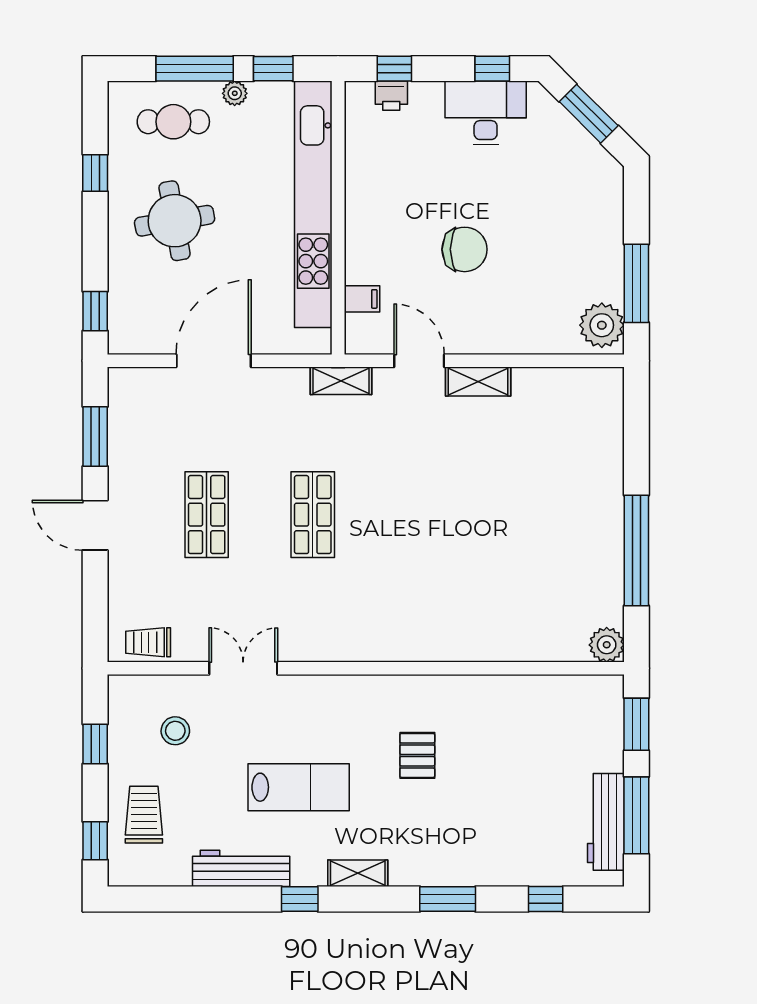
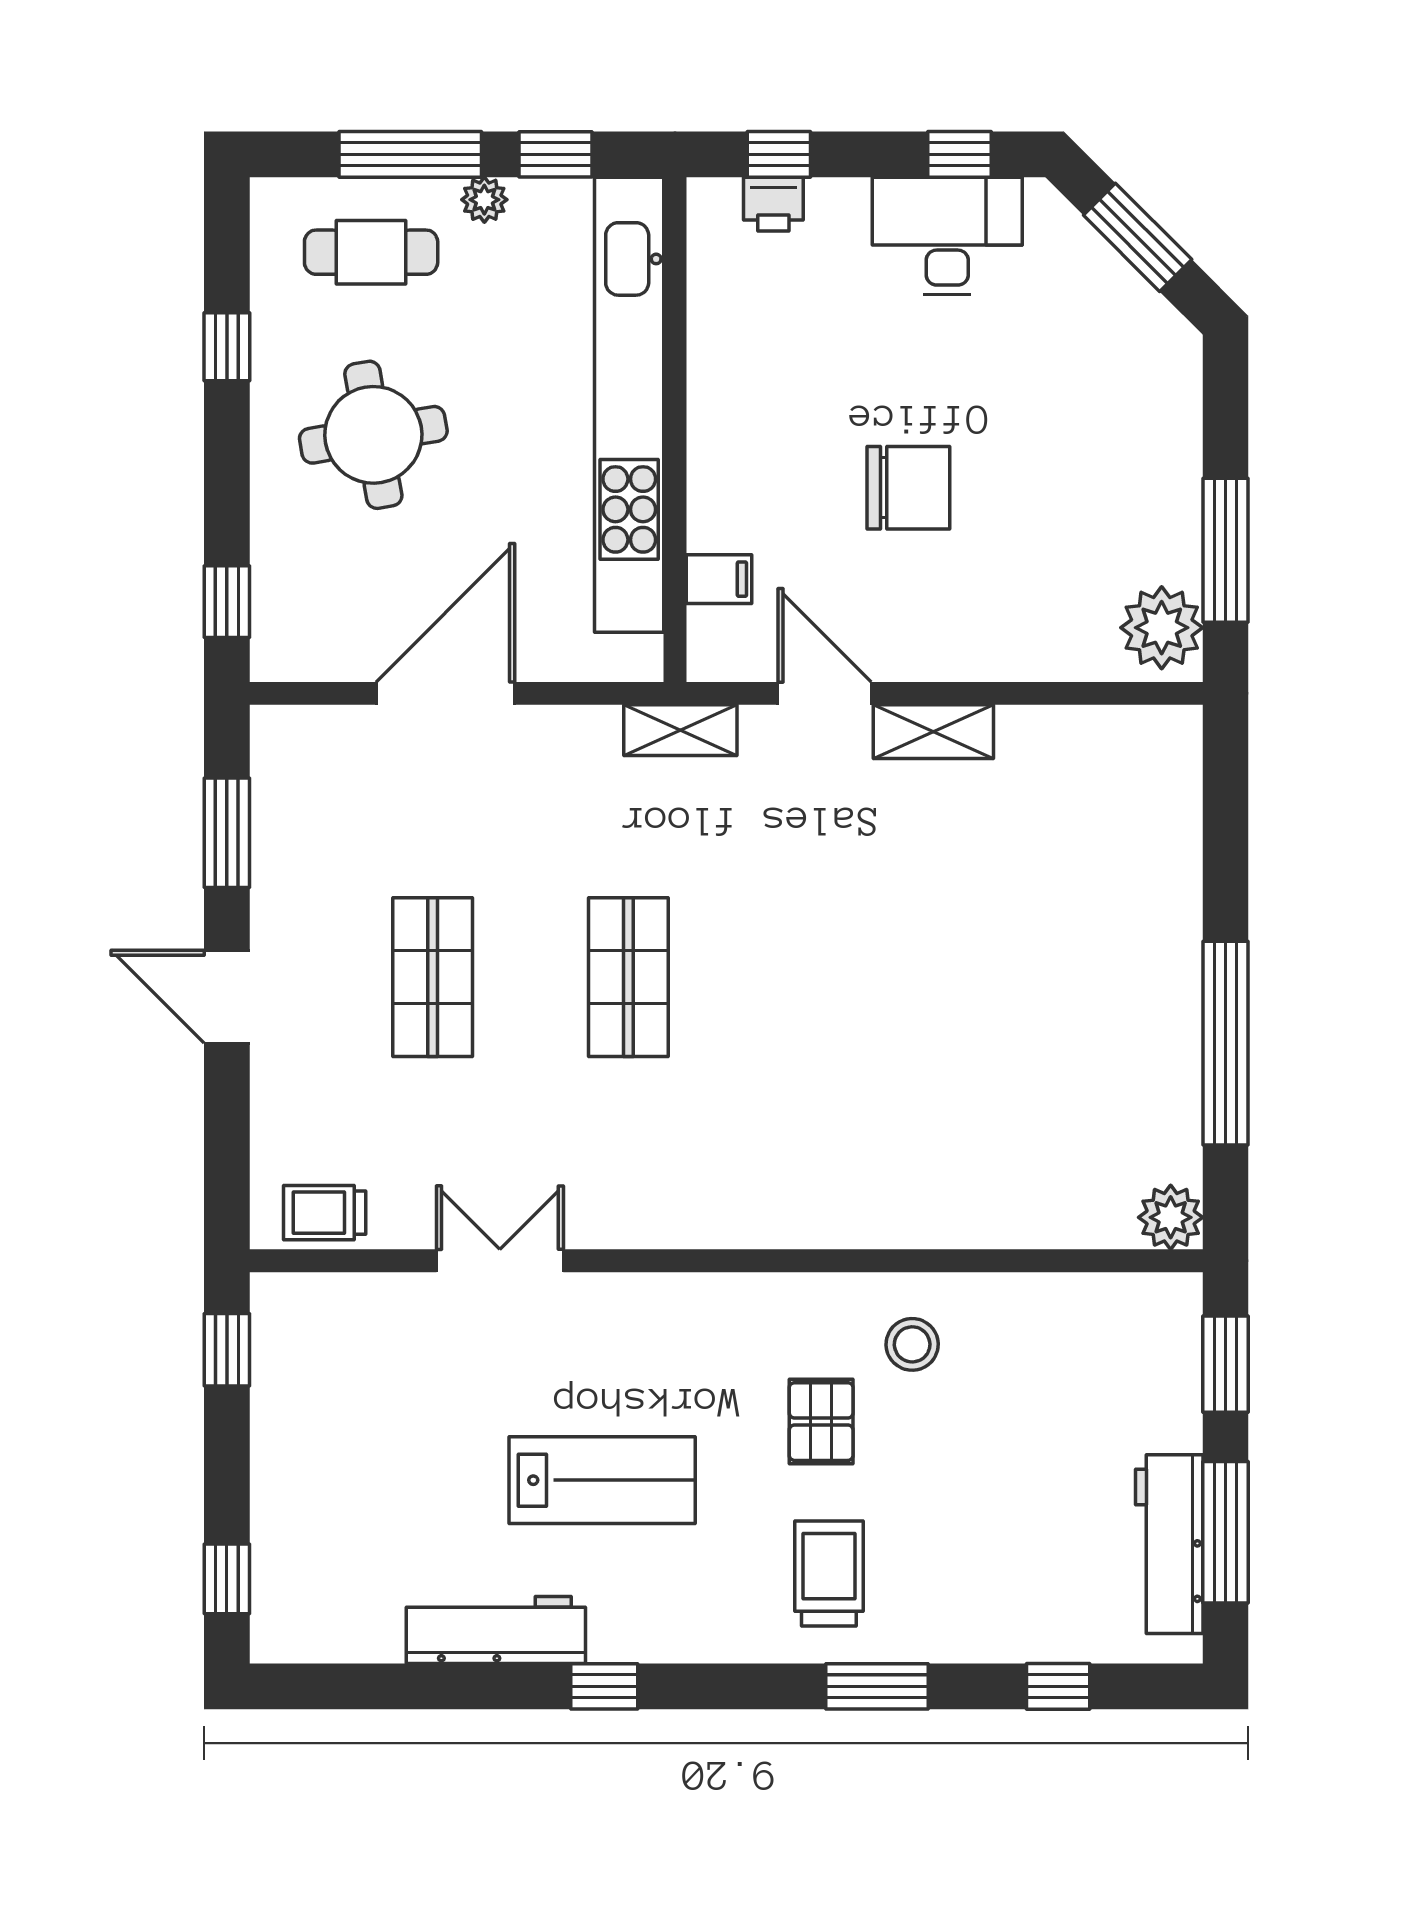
stool: (175, 731) -> (912, 1344), moved
window: (95, 744) -> (227, 1350), moved
trolley: (144, 815) -> (829, 1574), moved
shelving: (358, 873) -> (711, 1639), removed

